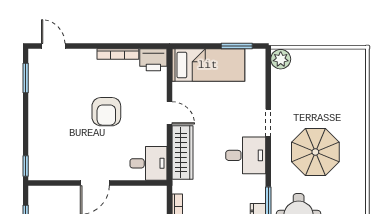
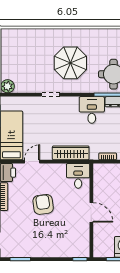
armchair: (106, 112) -> (43, 204), turned -98
door: (169, 113) -> (32, 162), moved
desk: (246, 155) -> (92, 110), moved

